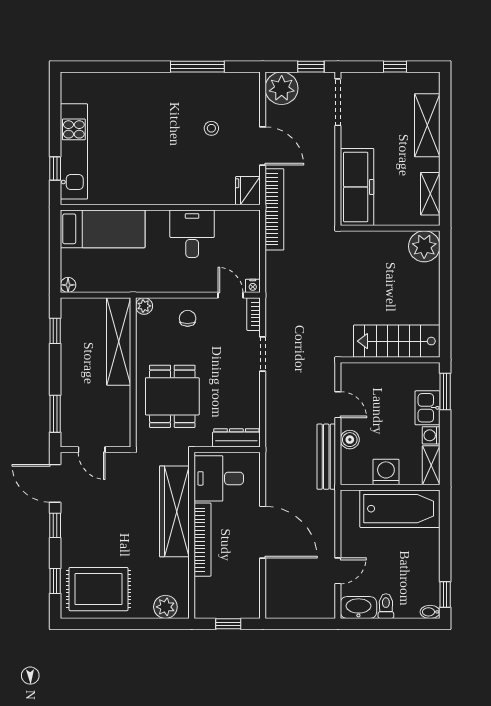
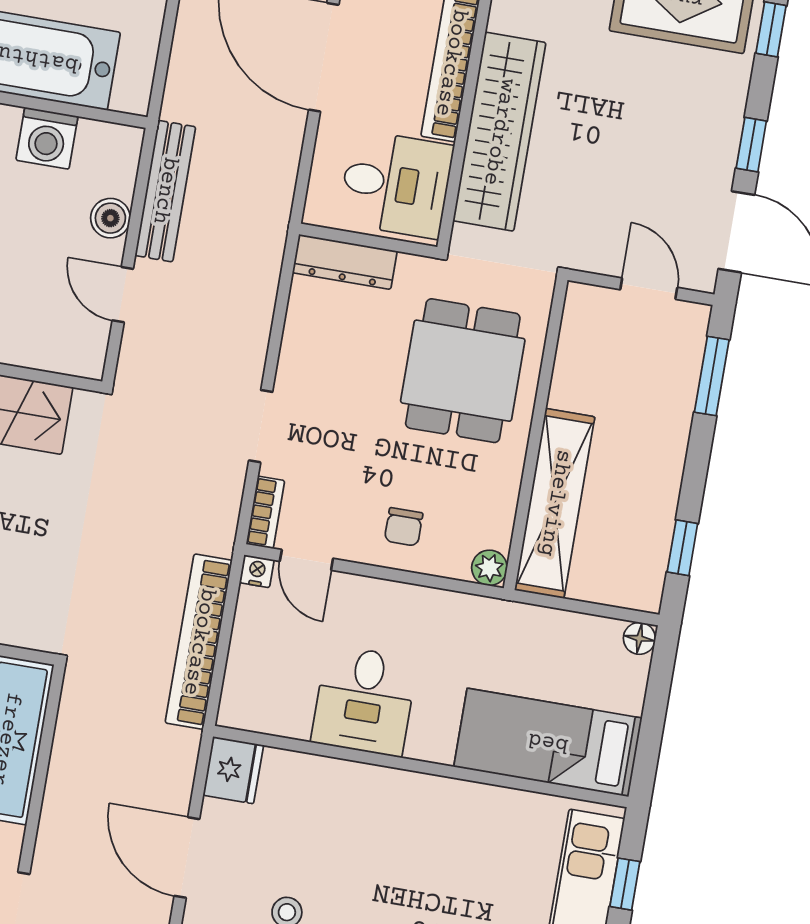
bookcase: (274, 209) -> (199, 642), moved

